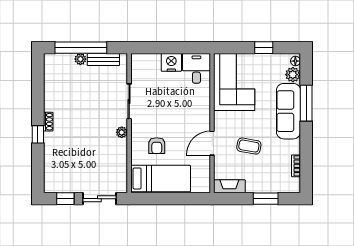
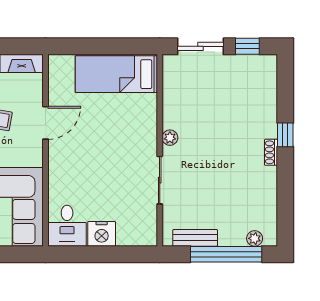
plant: (80, 59) -> (255, 238), moved
armchair: (157, 146) -> (122, 119), removed

